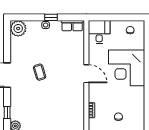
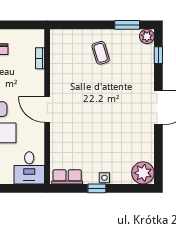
coffee table: (40, 72) -> (101, 53), moved

